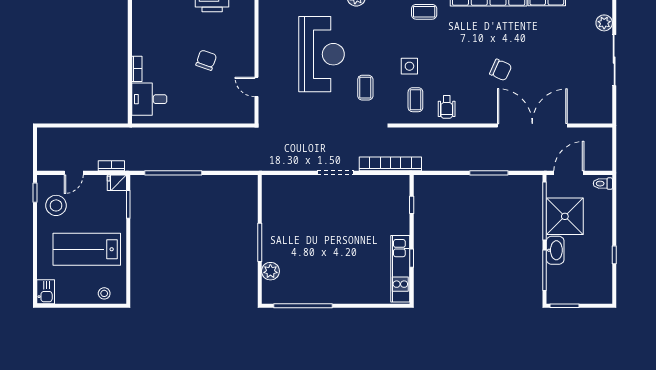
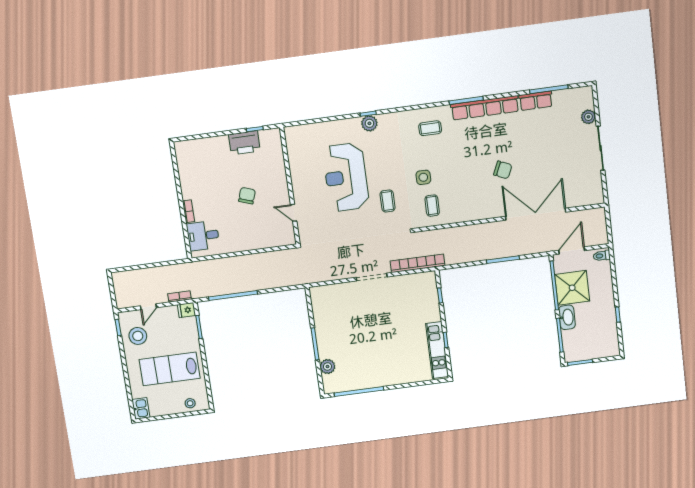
reception desk: (322, 54) -> (346, 177), turned 180
wheelchair: (447, 107) -> (460, 208), removed

